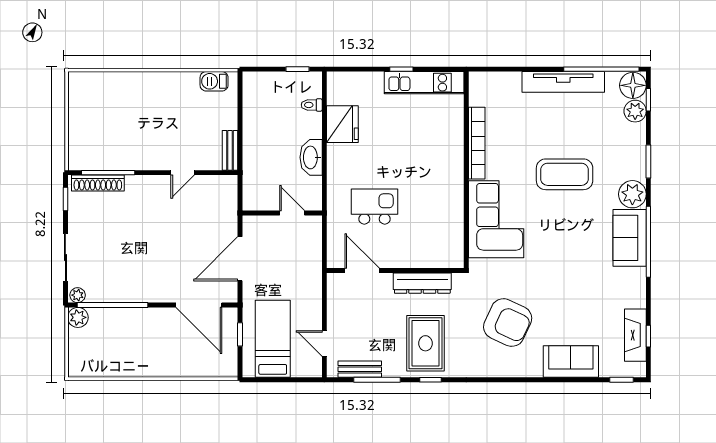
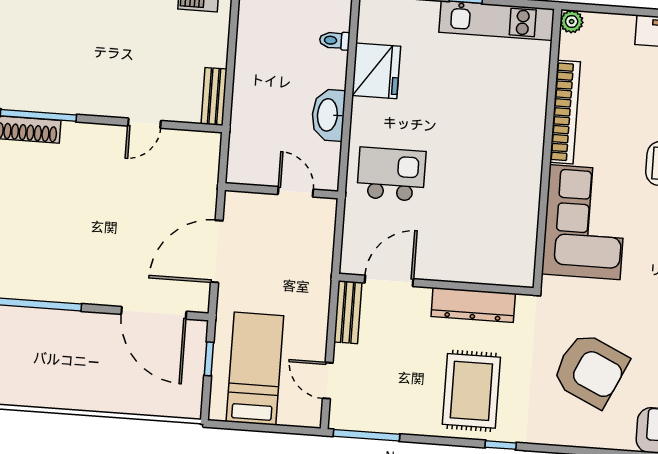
plant: (477, 80) -> (572, 22), added
kitchen island: (375, 207) -> (391, 174), moved
door: (362, 270) -> (389, 281), hinge flipped
bench: (360, 369) -> (348, 312), moved, turned 90
window: (377, 380) -> (366, 435), moved
window: (431, 380) -> (501, 445), moved

